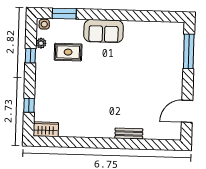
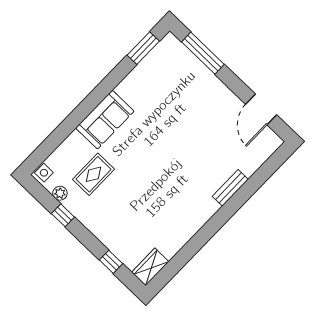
window: (64, 14) -> (143, 48), moved

